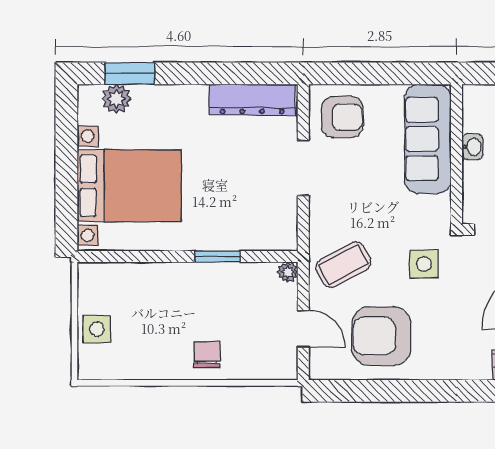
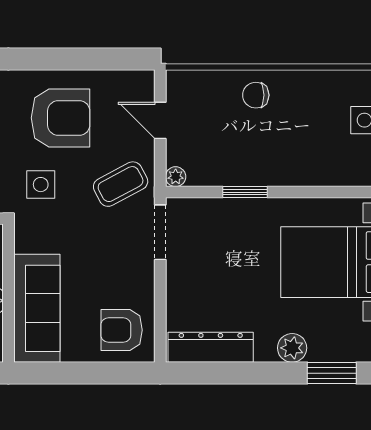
plant: (116, 99) -> (292, 348), moved
doorway: (303, 168) -> (160, 232), moved
armchair: (381, 336) -> (61, 118), moved
chair: (207, 354) -> (256, 95), turned 90

